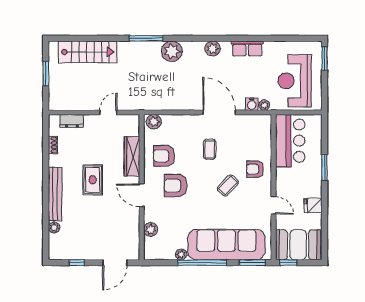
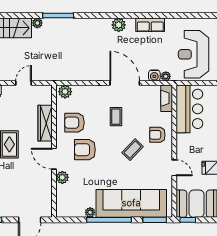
plant: (172, 51) -> (37, 23), moved, width x0.53, depth x0.53
fireplace: (265, 129) -> (167, 98), added
plant: (151, 230) -> (62, 177), moved

